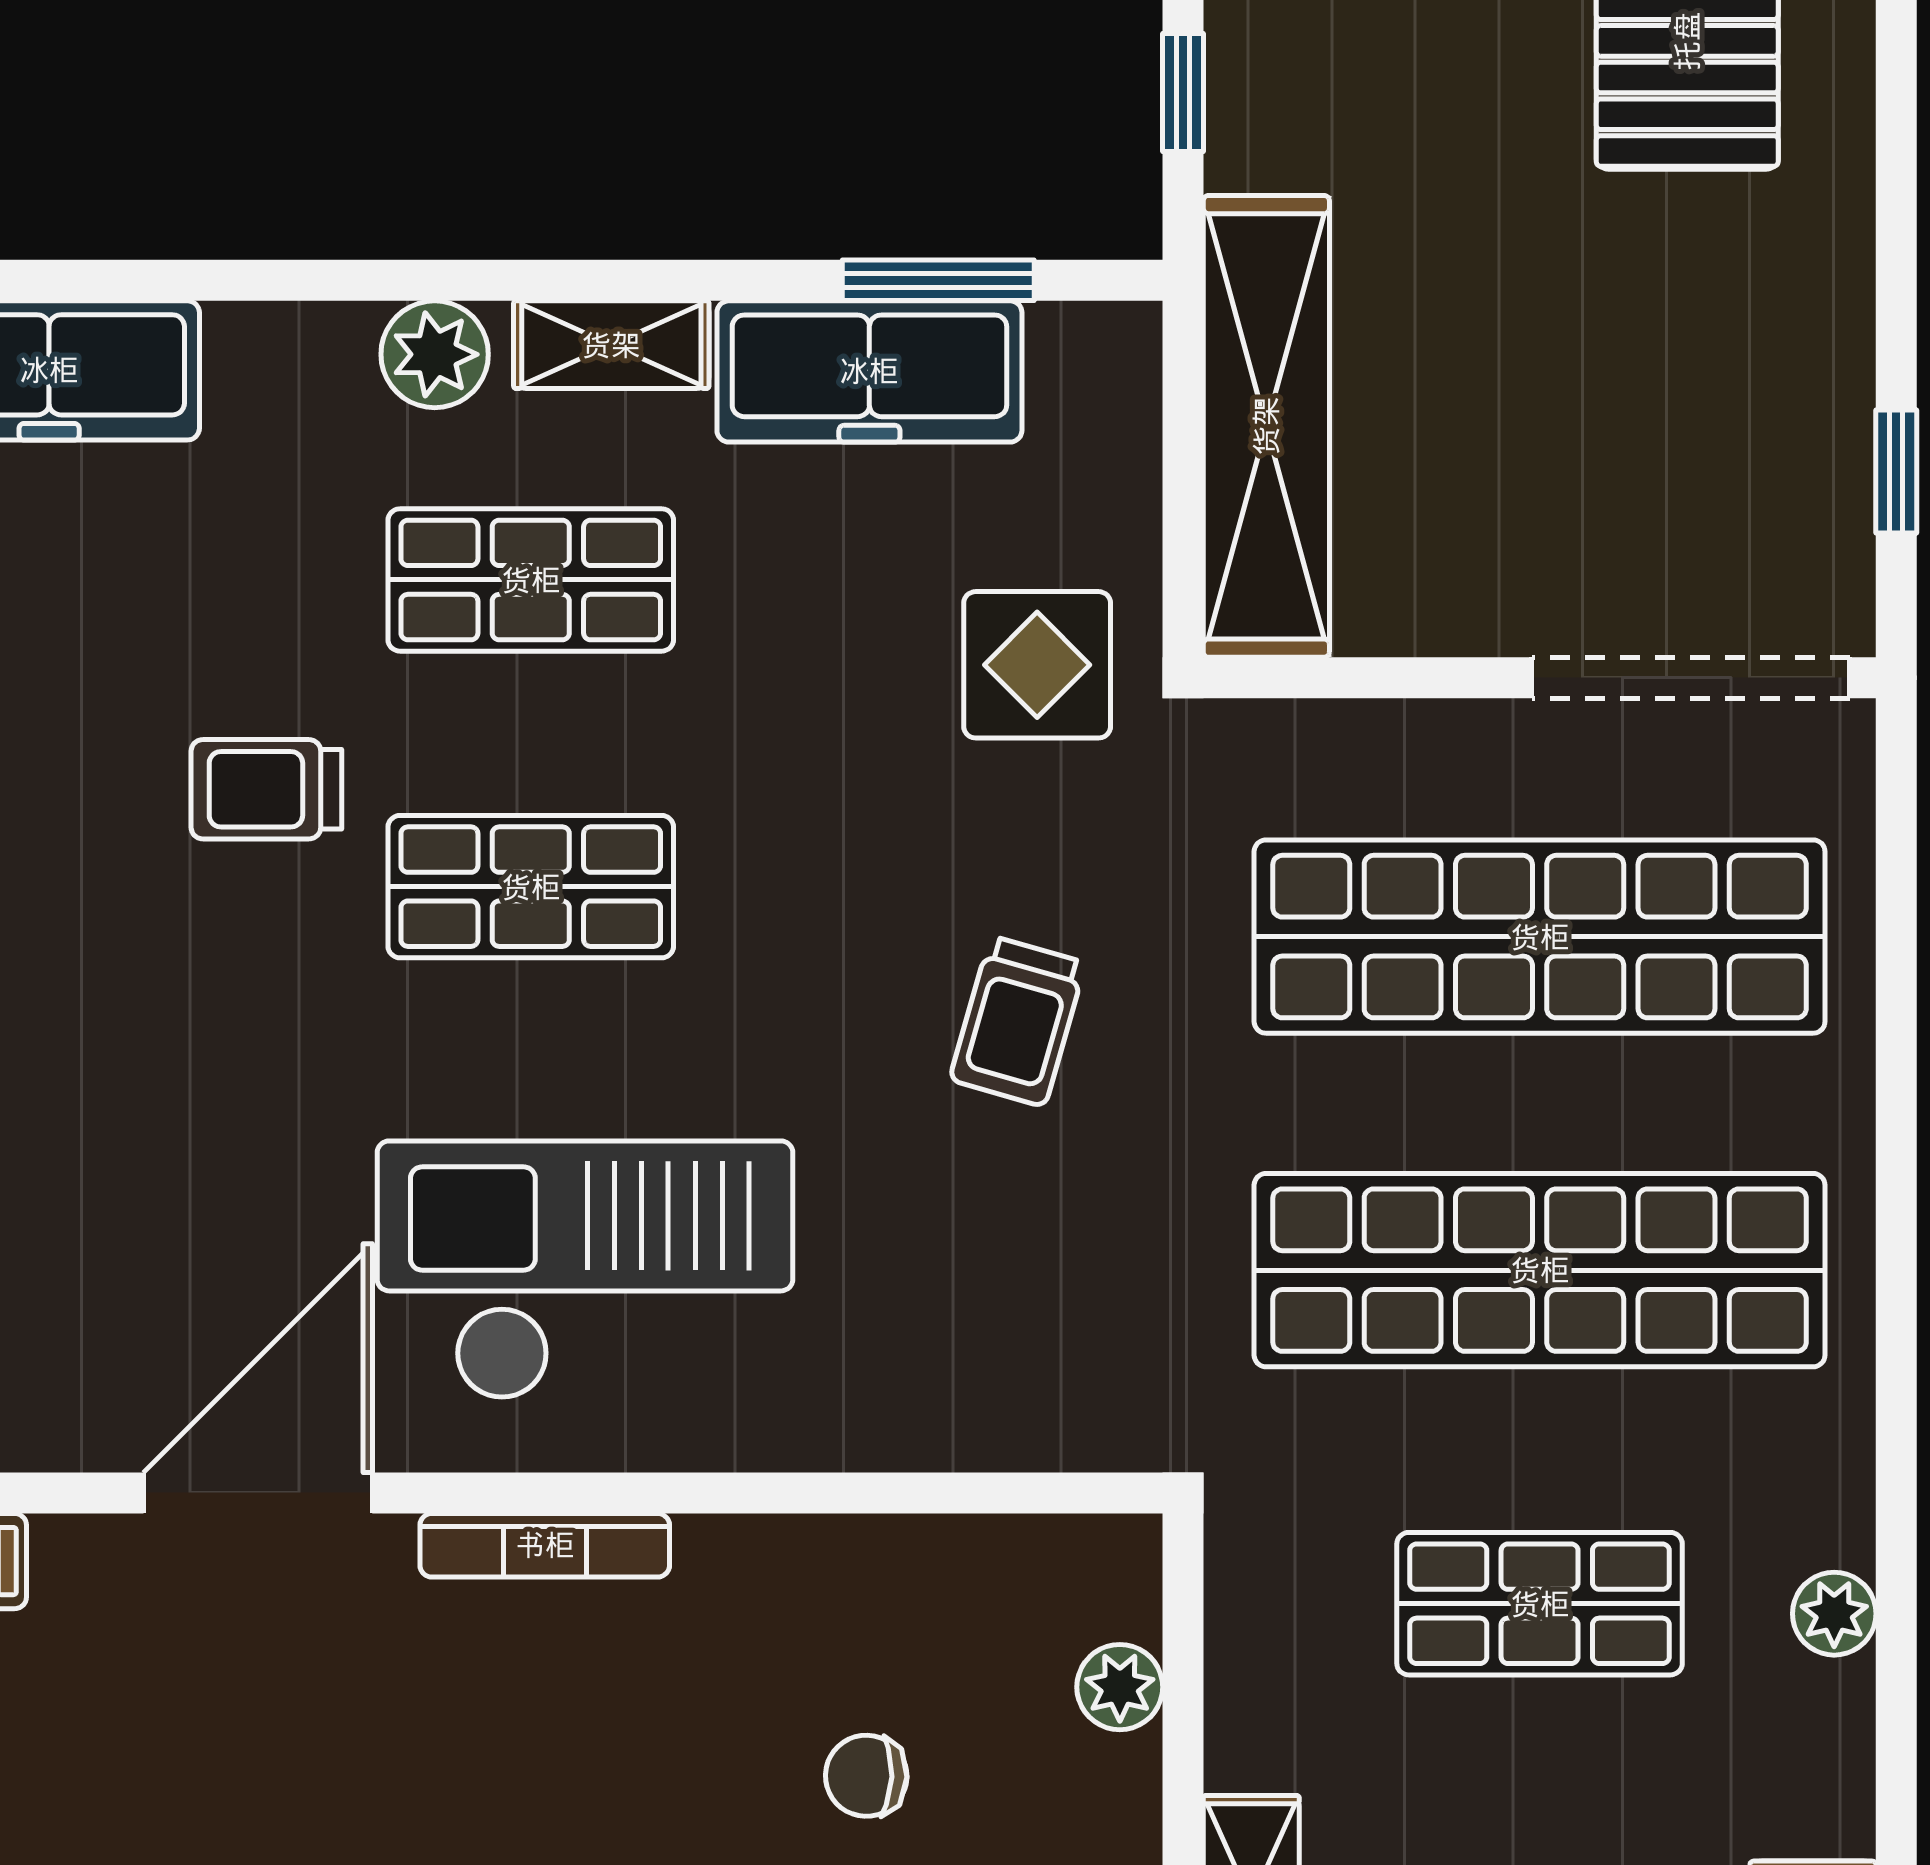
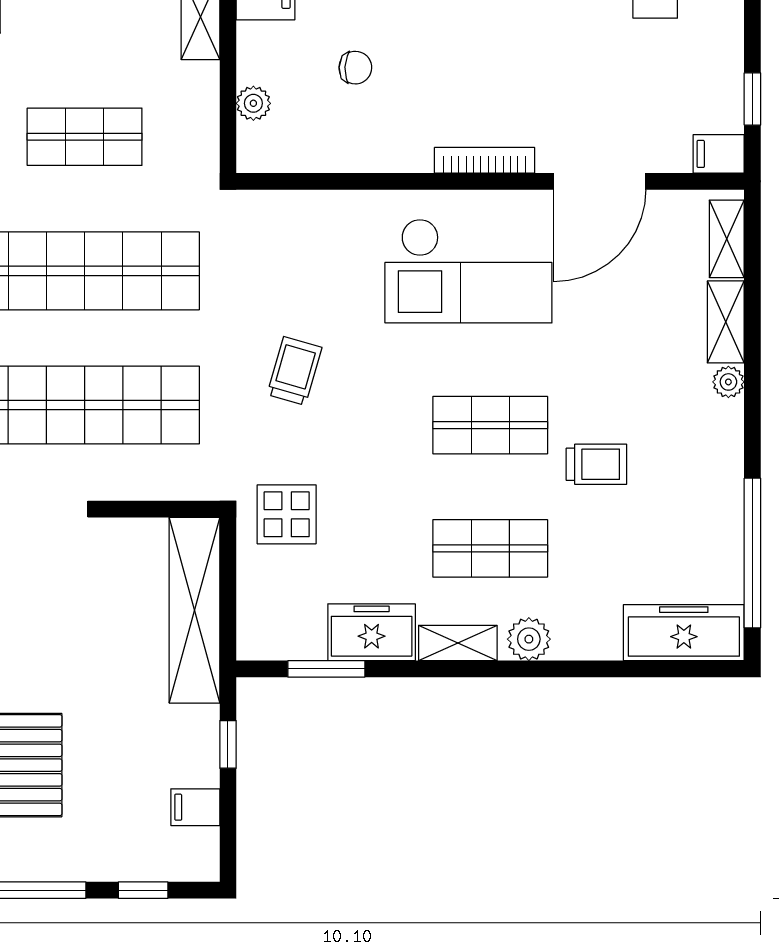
freezer: (869, 371) -> (372, 632), width x0.71

